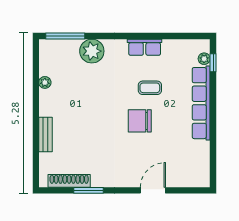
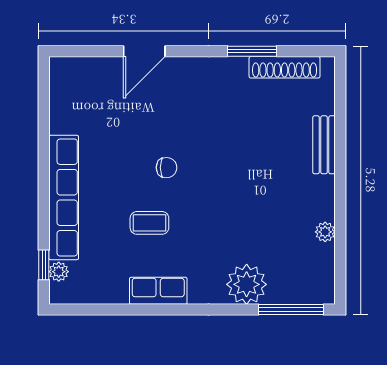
chair: (140, 121) -> (167, 168), width x0.54, depth x0.54

